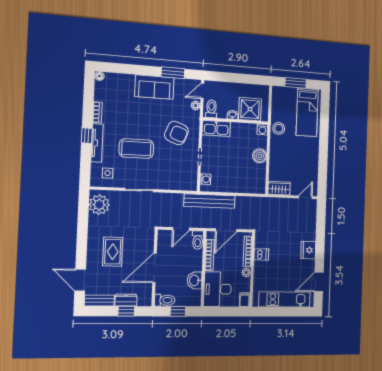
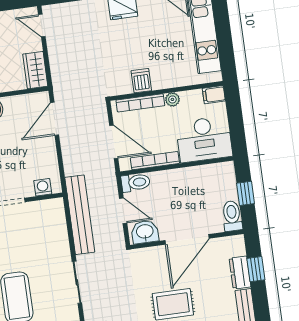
door: (247, 195) -> (55, 119), added
bench: (210, 201) -> (80, 215), moved
door: (155, 268) -> (187, 239), hinge flipped
washbasin: (195, 280) -> (145, 232), moved, turned 180

